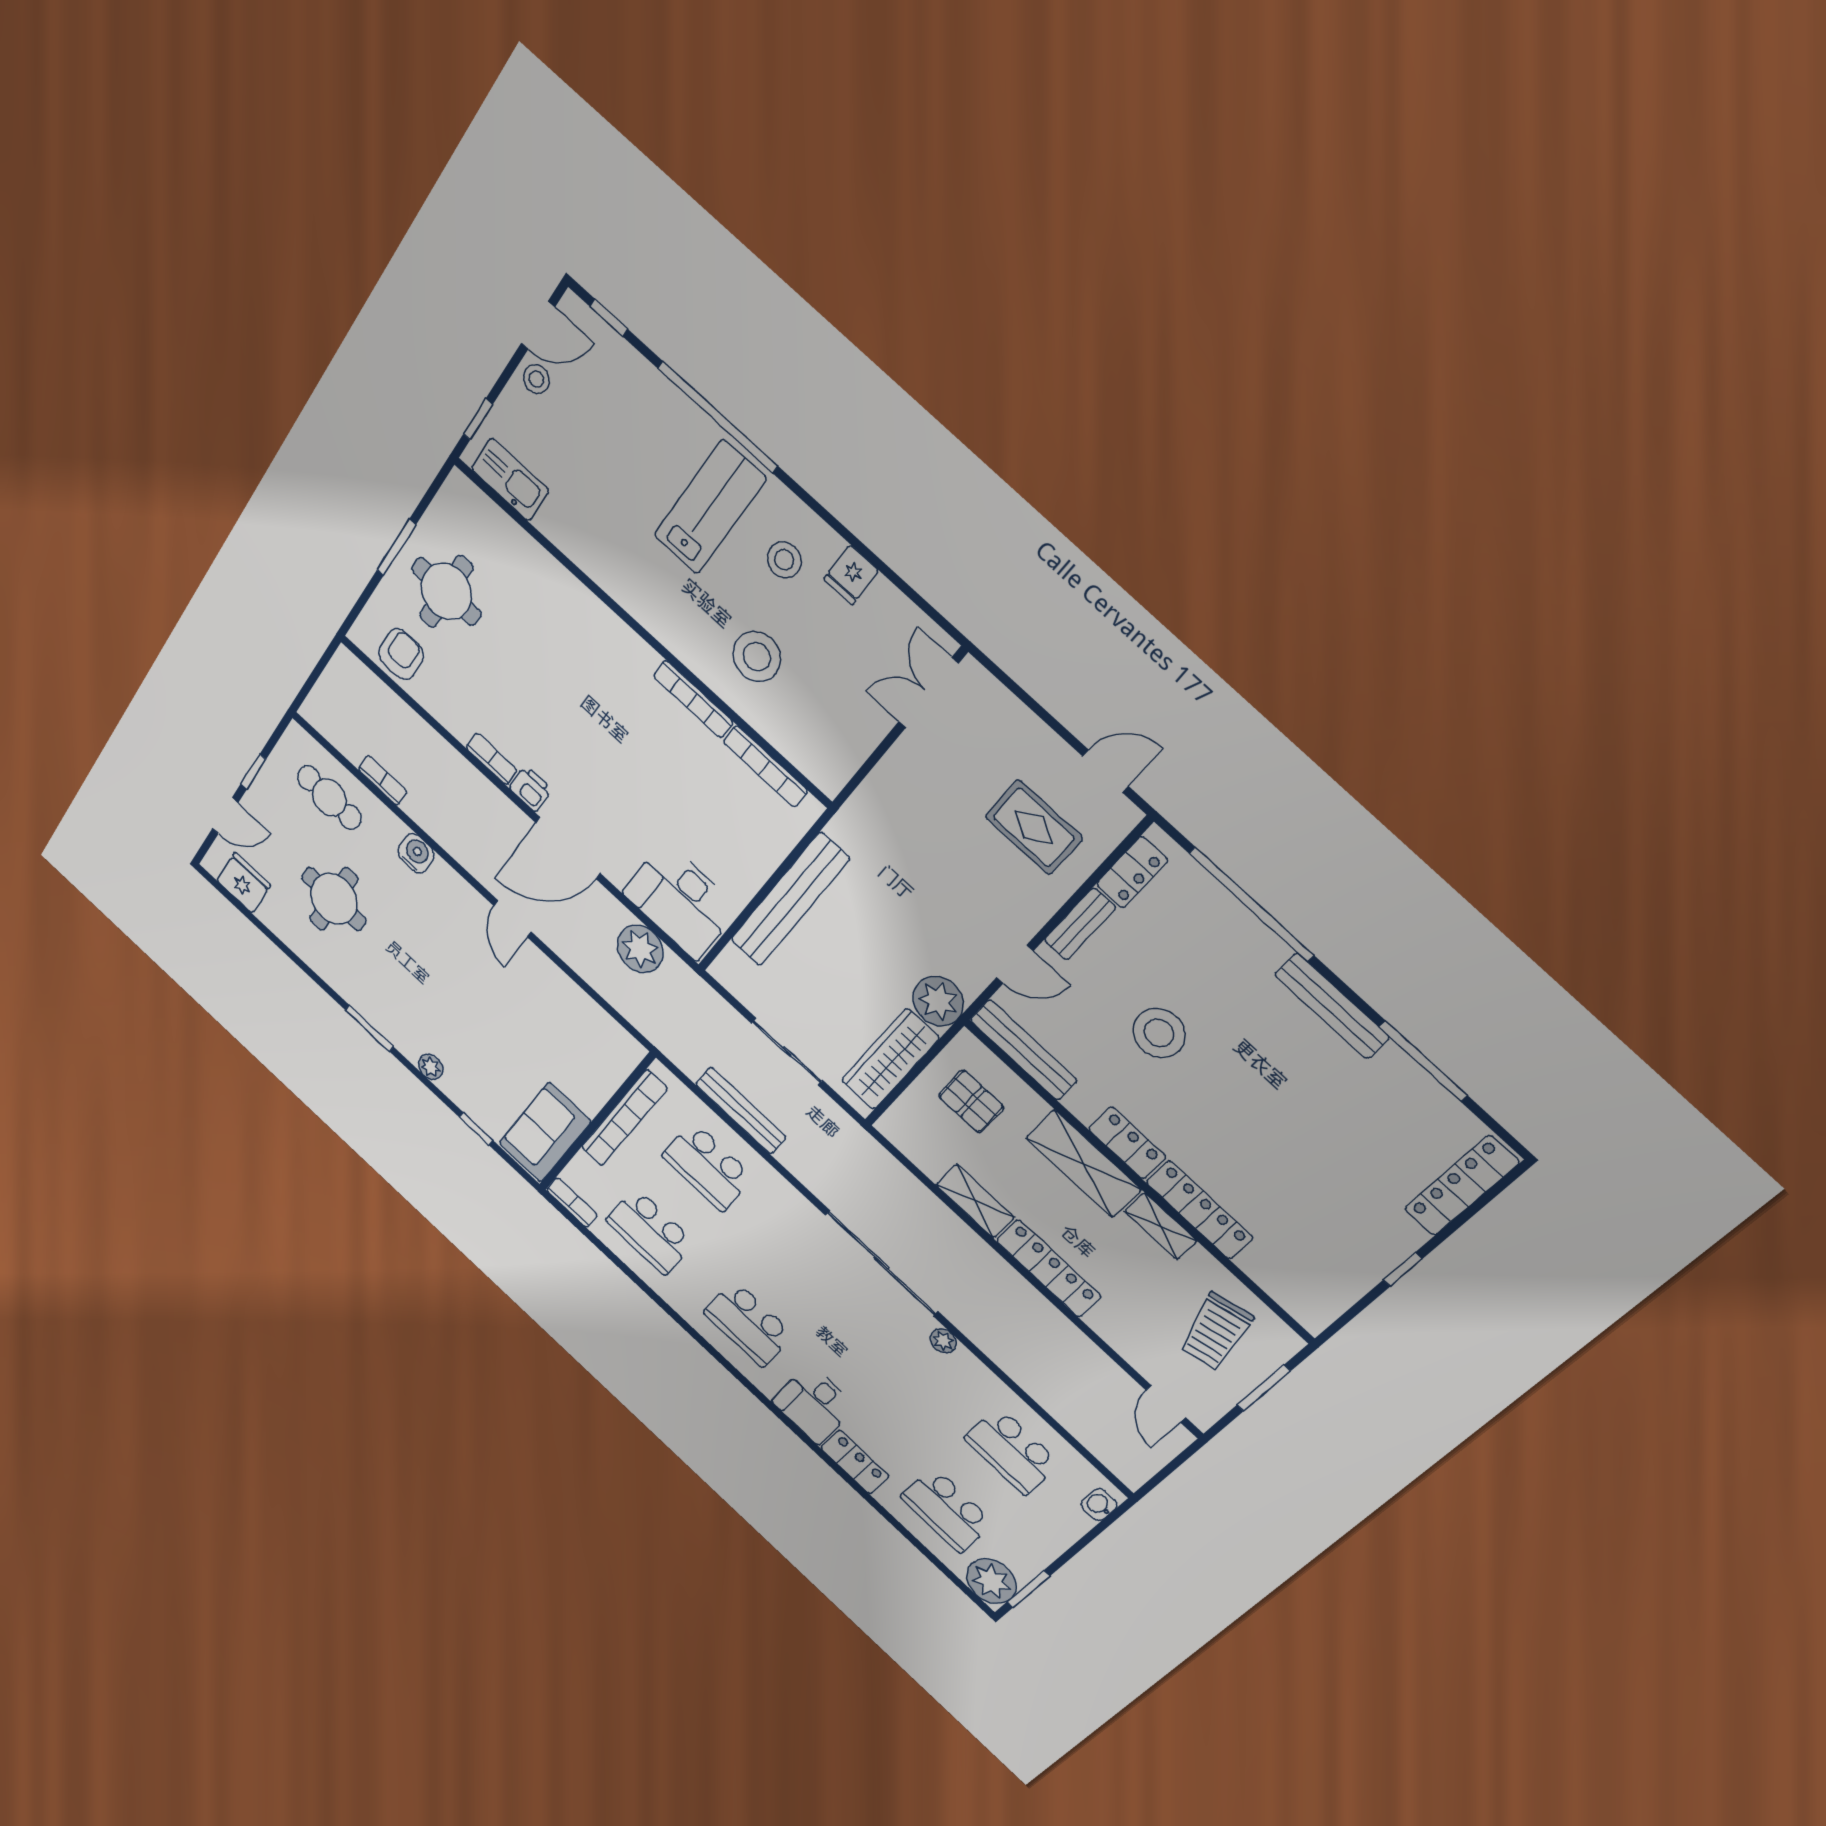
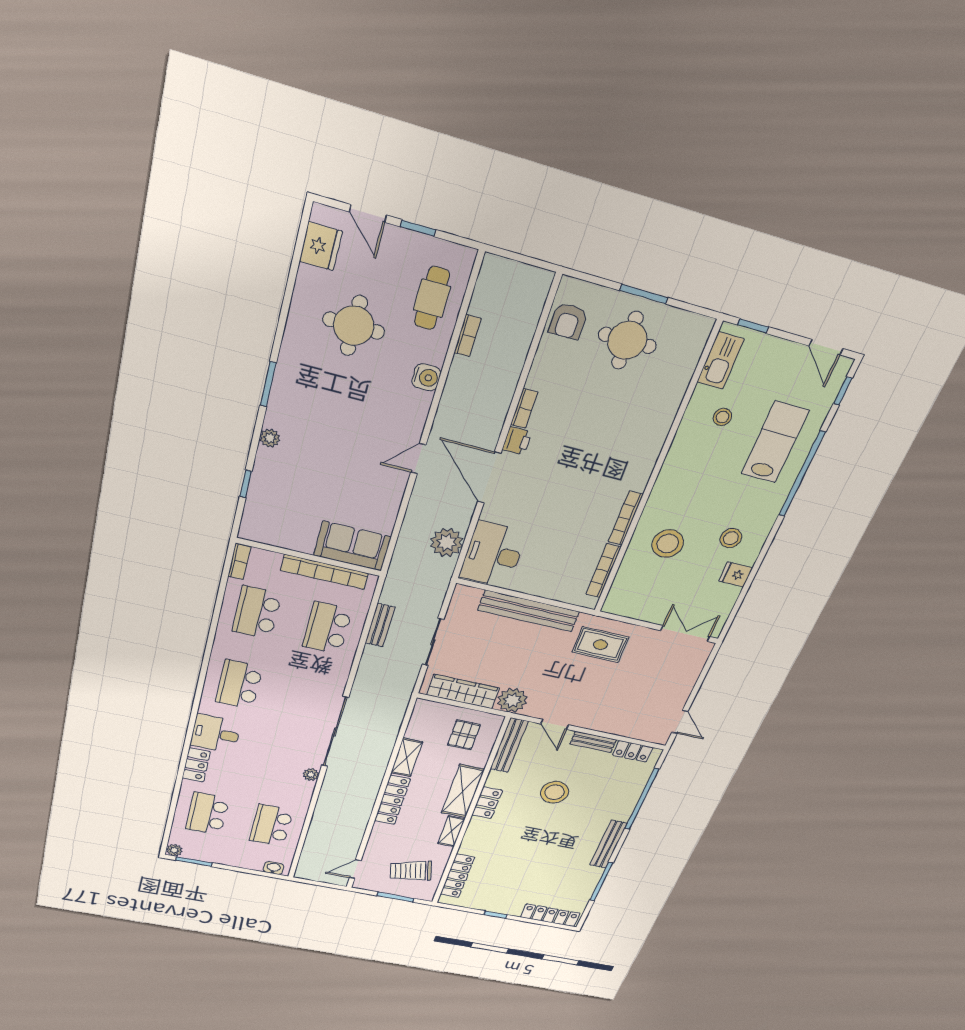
stool: (536, 379) -> (722, 417), moved
lab bench: (710, 507) -> (775, 442), moved, turned -90
armchair: (401, 654) -> (568, 321), turned 90
rug: (1034, 827) -> (600, 645), moved, turned 90
bench: (741, 1111) -> (380, 625), width x0.73
sofa: (545, 1132) -> (352, 546), moved
locker: (1199, 1210) -> (457, 876), moved
plant: (991, 1581) -> (174, 850), width x0.53, depth x0.53

